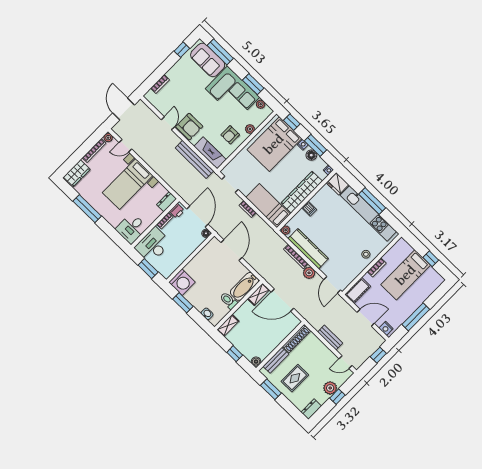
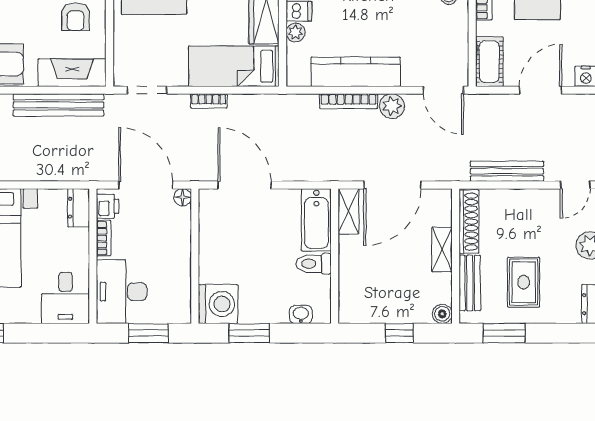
plant: (286, 230) -> (296, 32), moved
shelving: (228, 325) -> (442, 250), moved
bench: (330, 338) -> (507, 171), width x1.36

